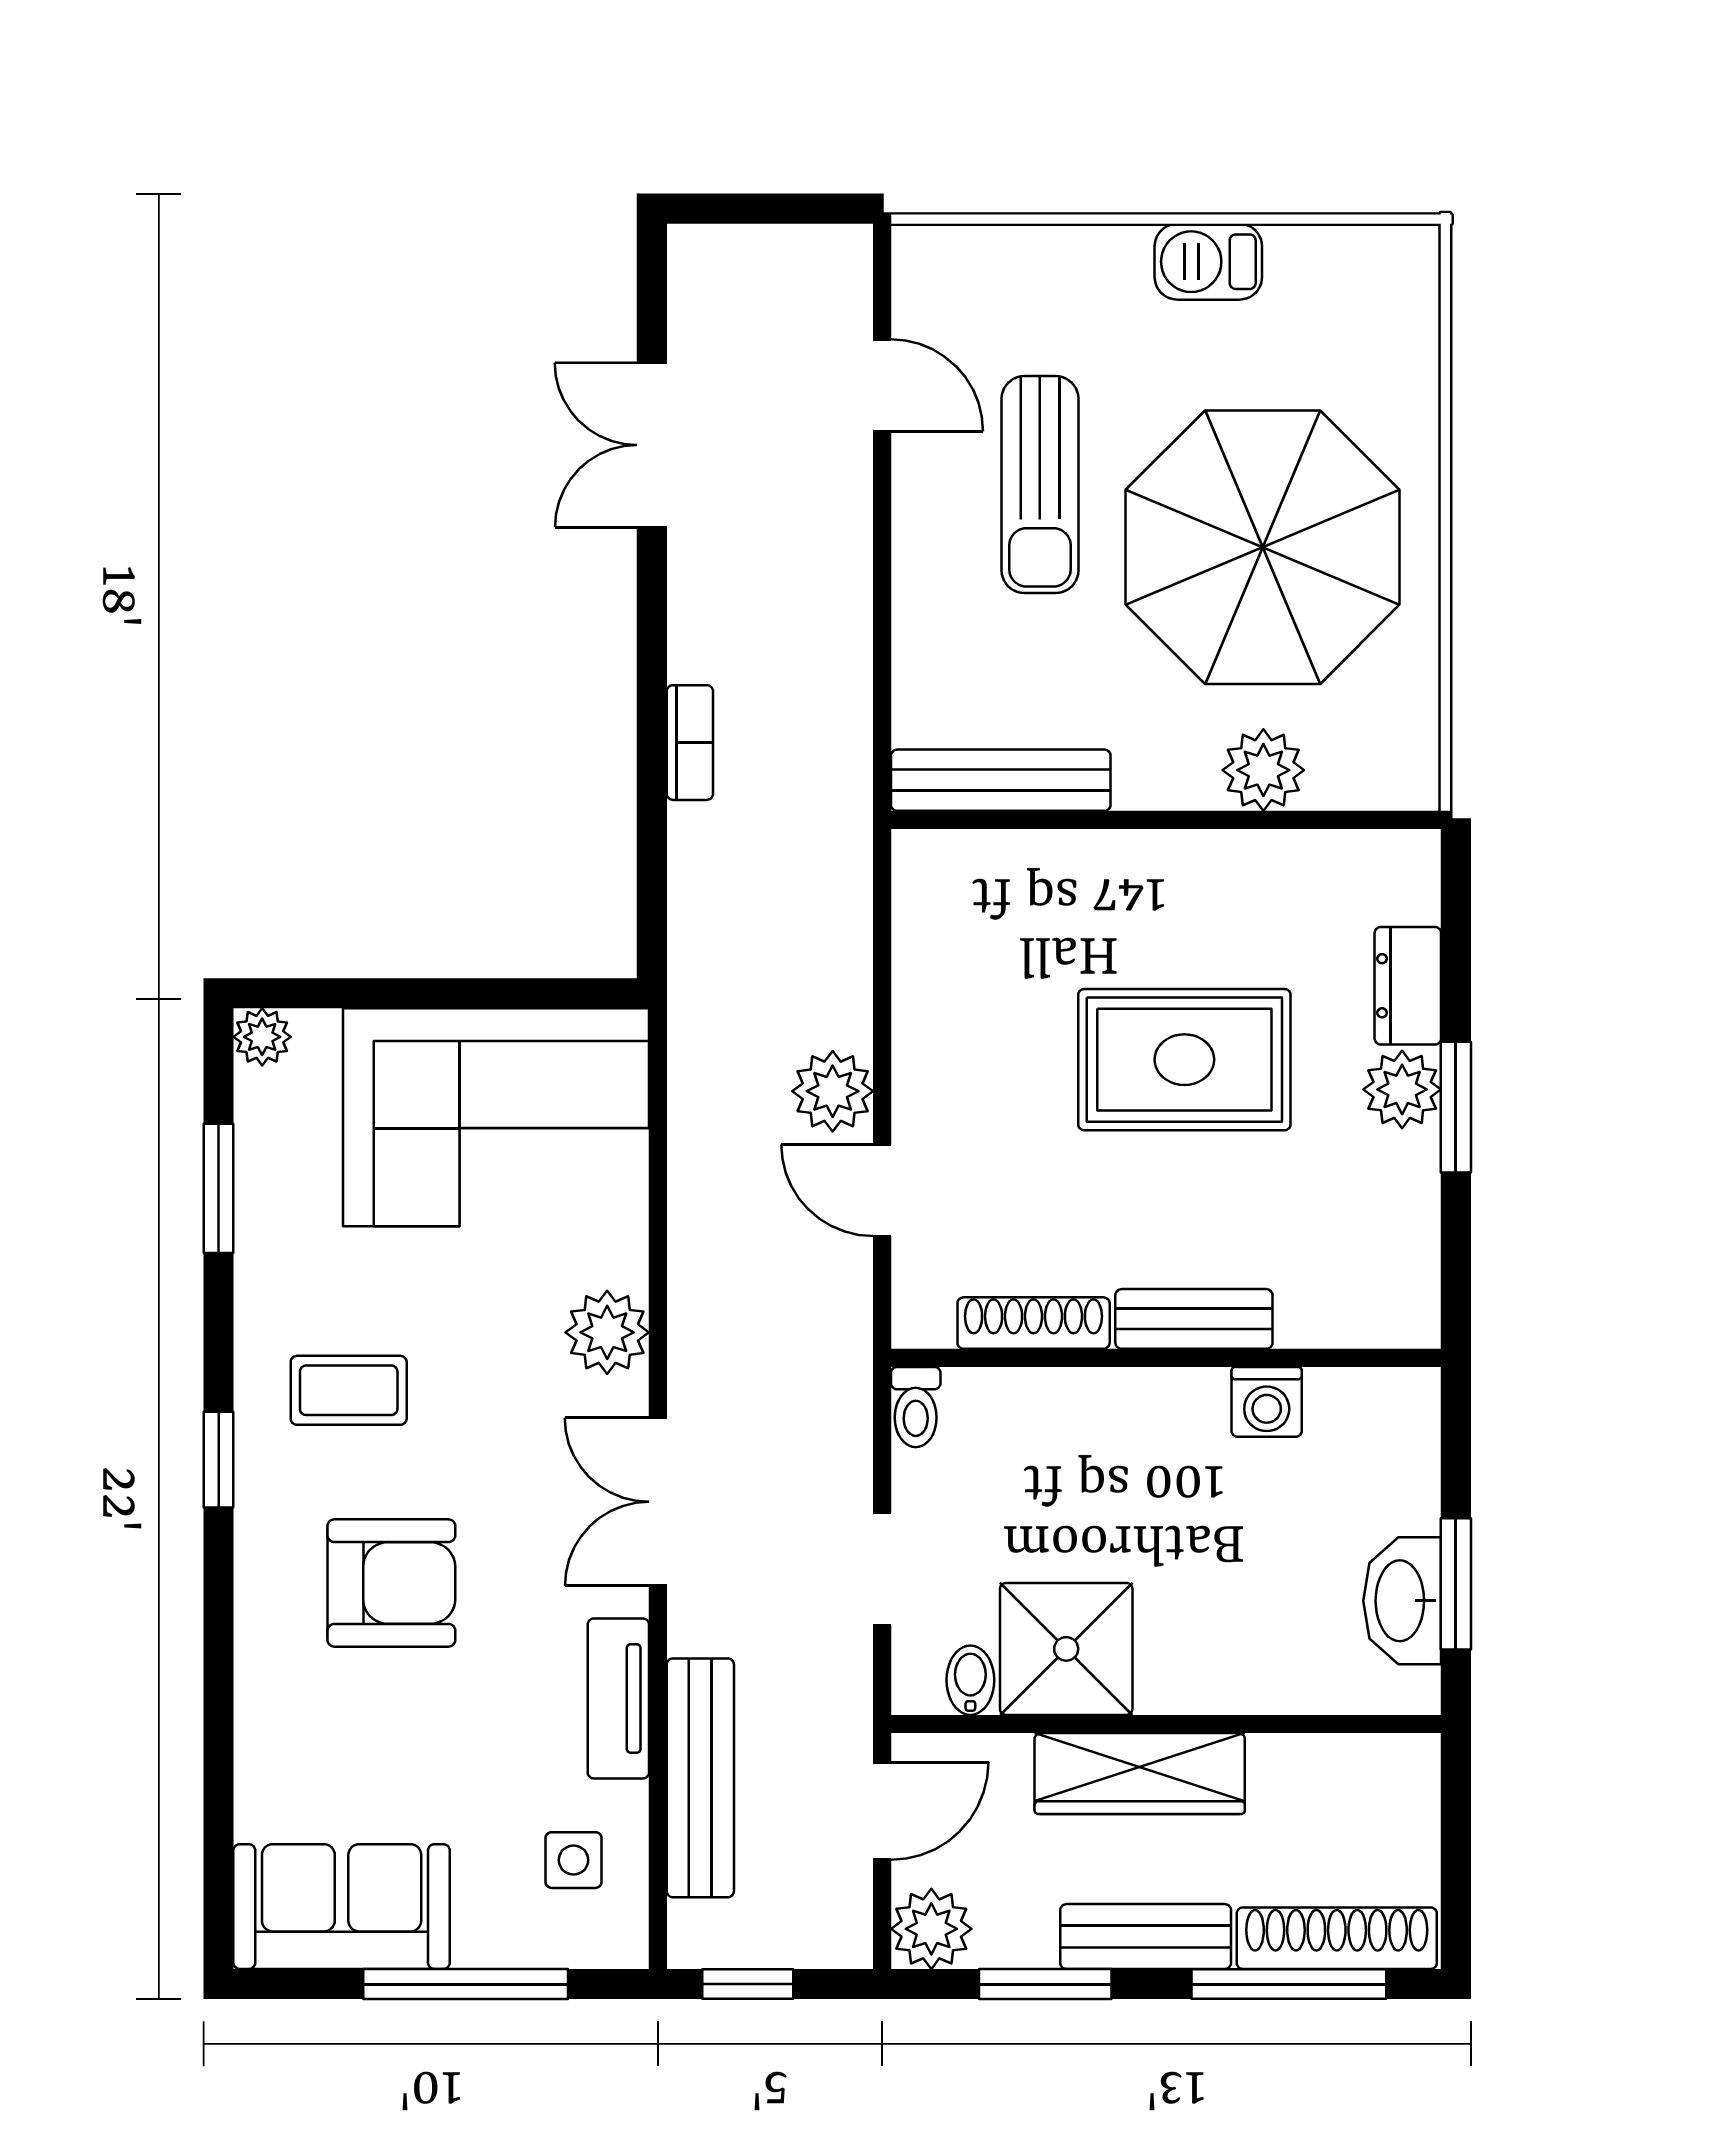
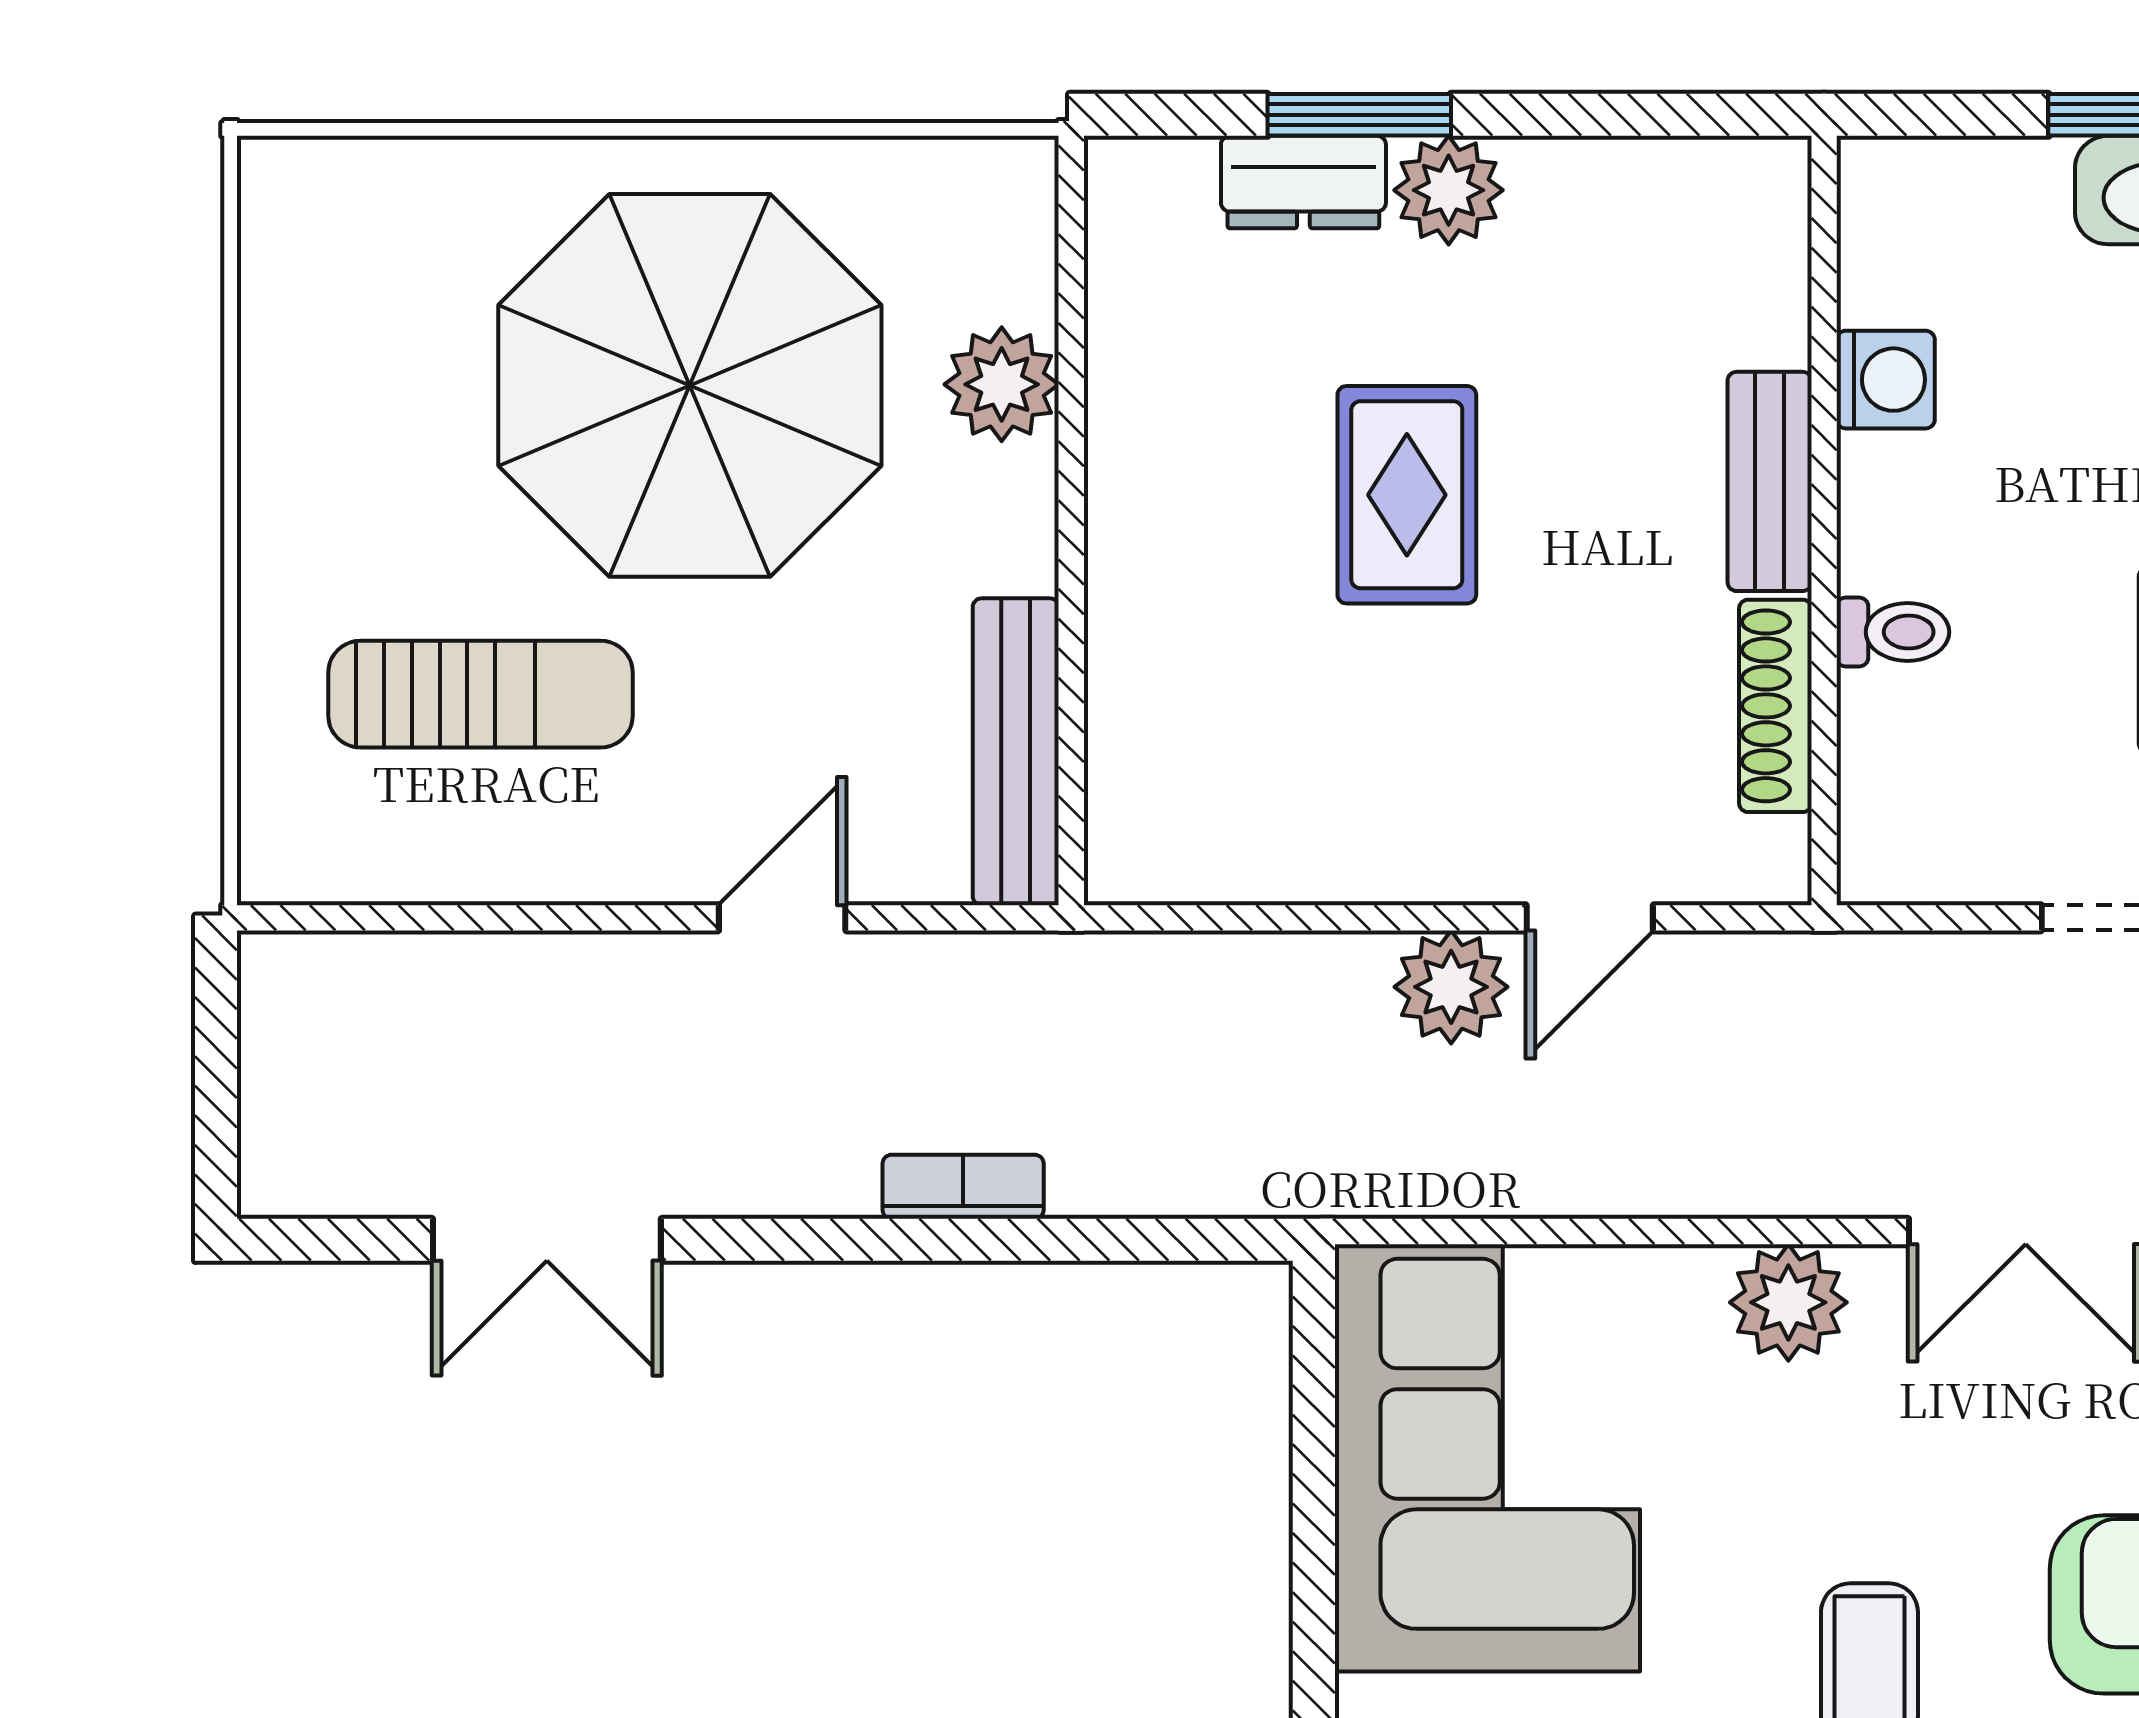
barbecue: (1208, 262) -> (290, 461), removed
door: (882, 385) -> (782, 918), moved
sun lounger: (1040, 485) -> (481, 694), moved
rug: (1184, 1060) -> (1407, 495), width x0.73, depth x0.70
window: (1456, 1107) -> (1359, 115), moved
toilet: (916, 1407) -> (1893, 632), moved

